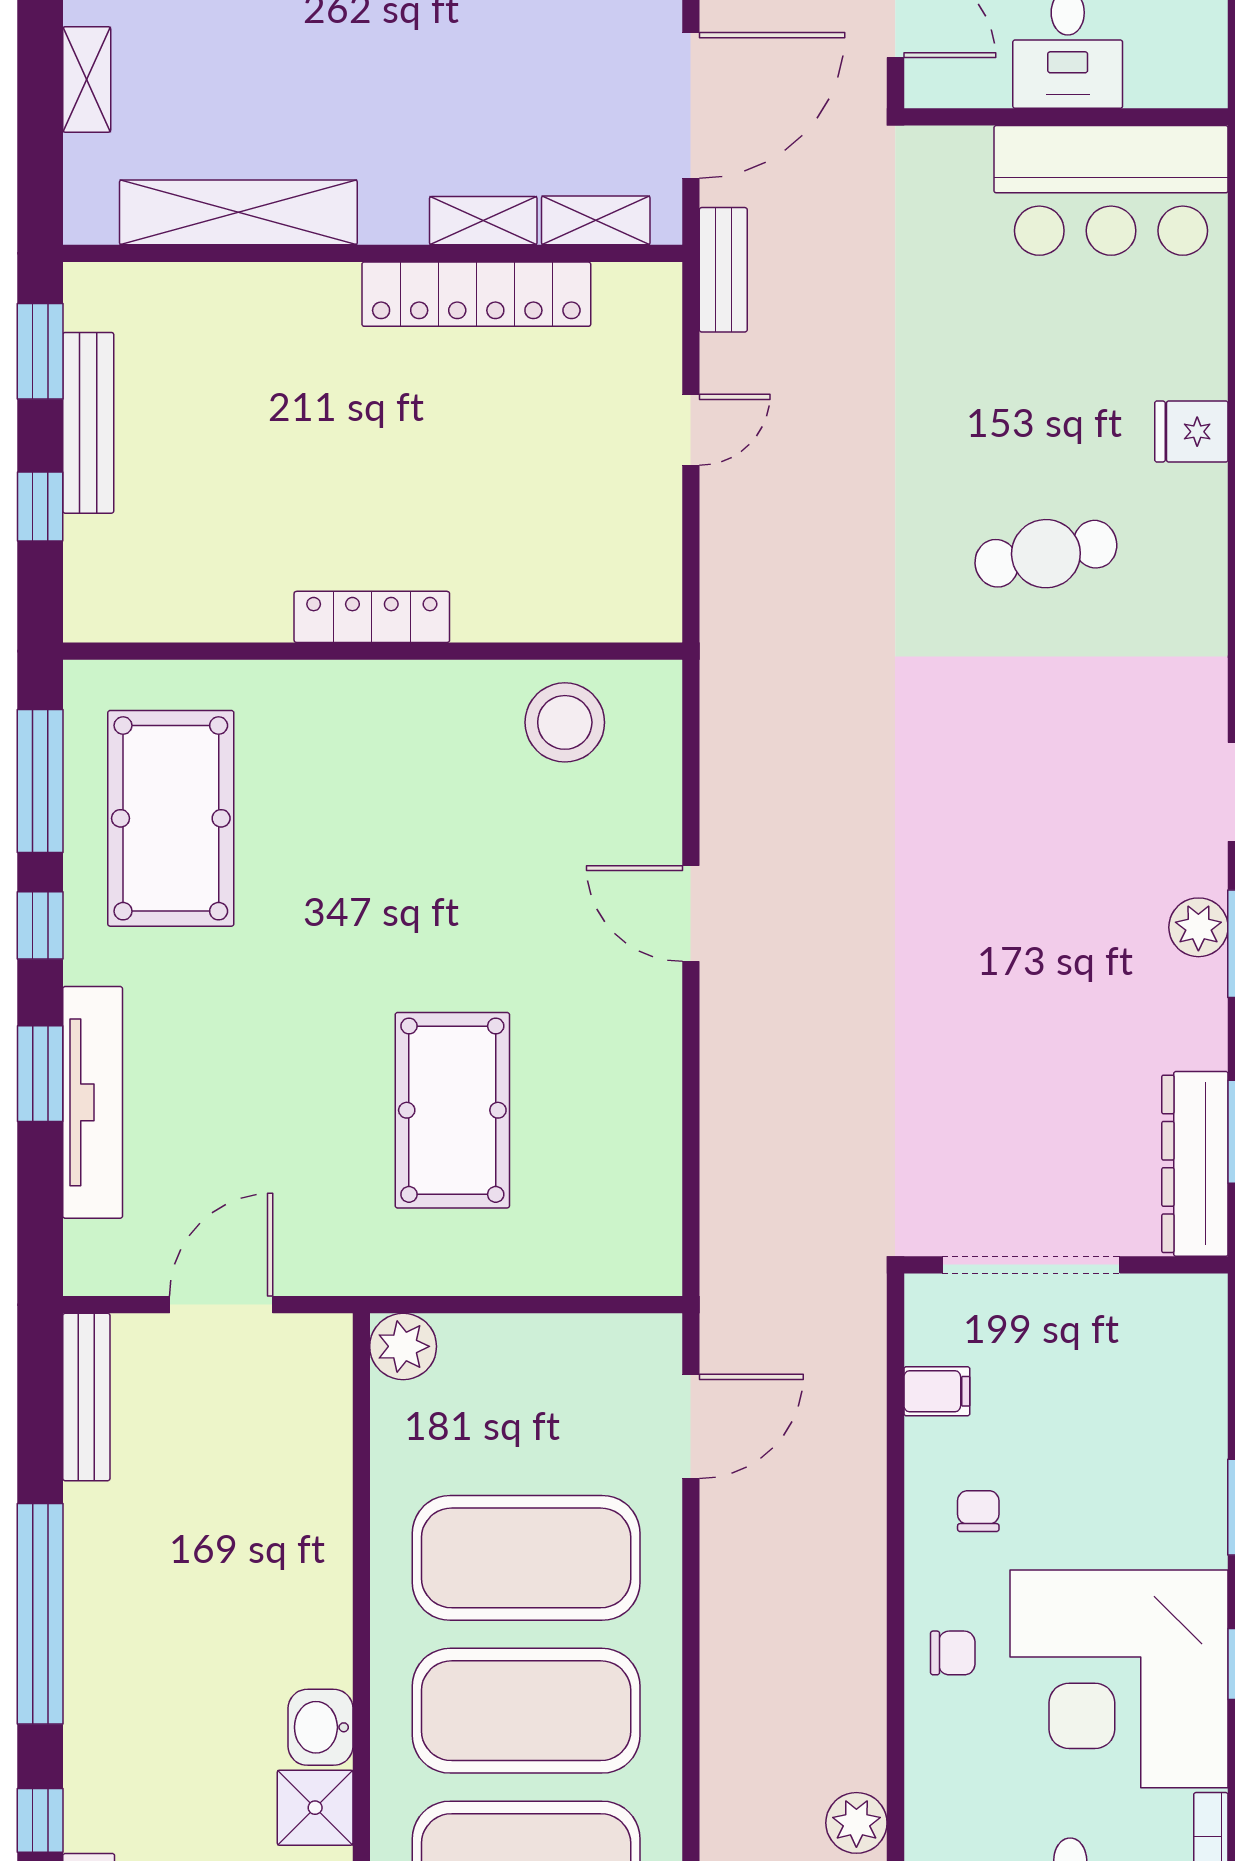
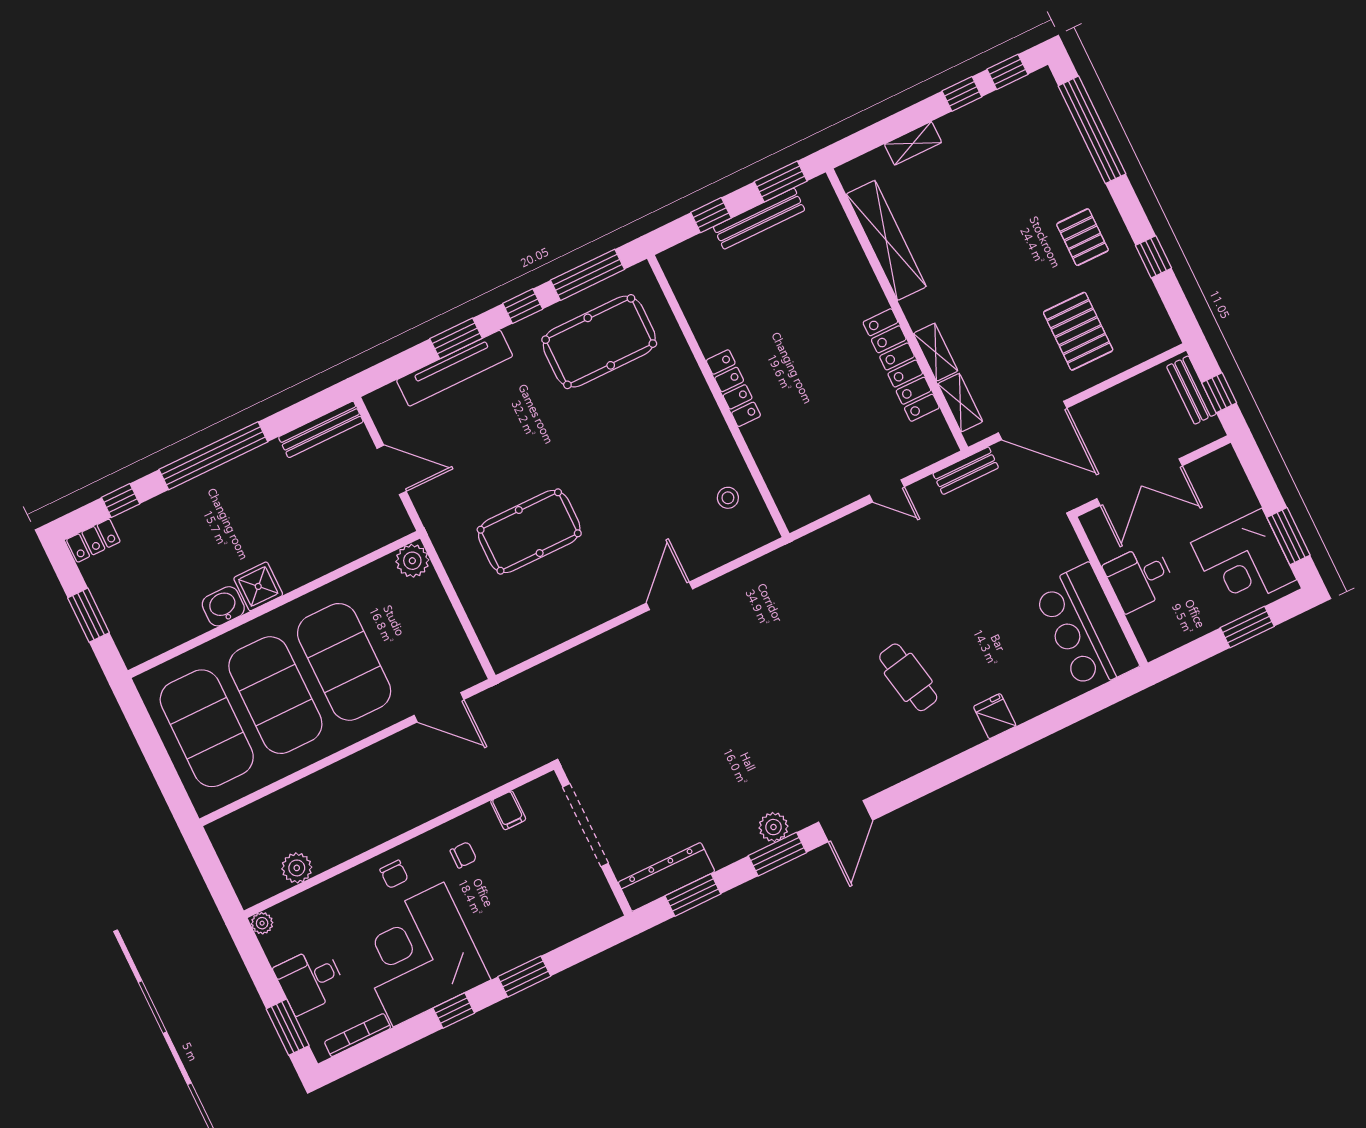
stool: (565, 722) -> (728, 498), width x0.53, depth x0.53
shower: (315, 1808) -> (258, 586), moved

